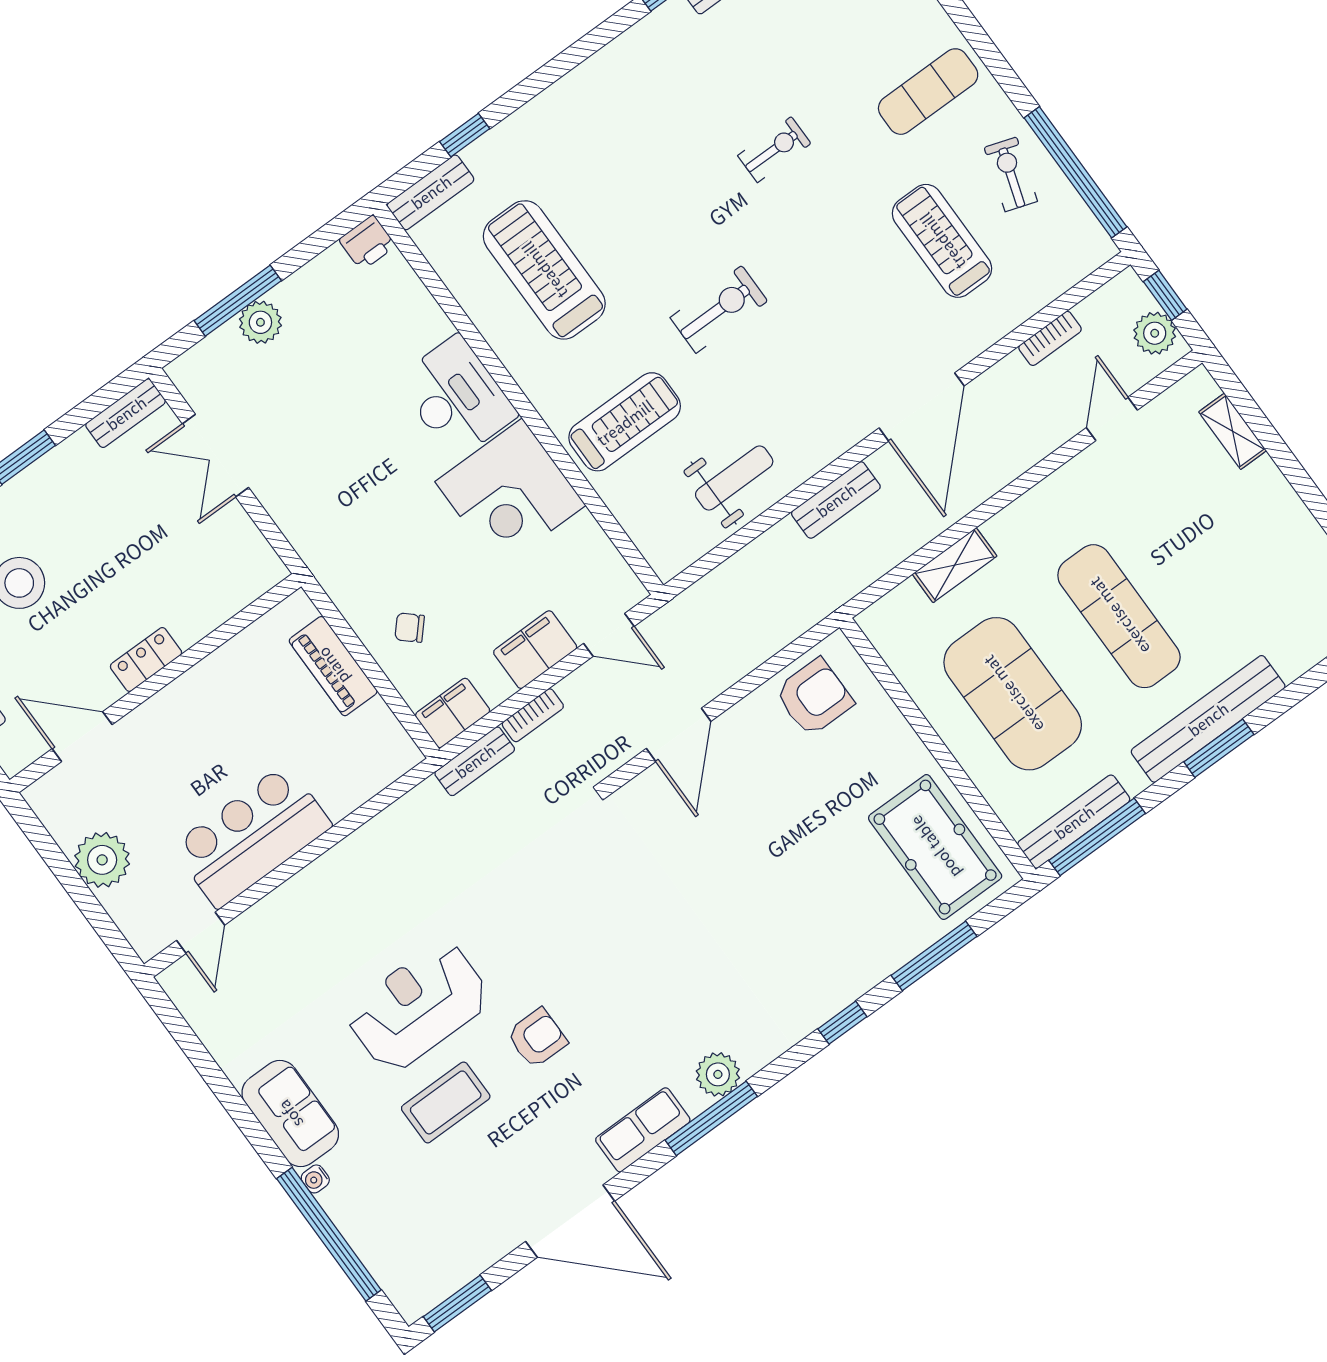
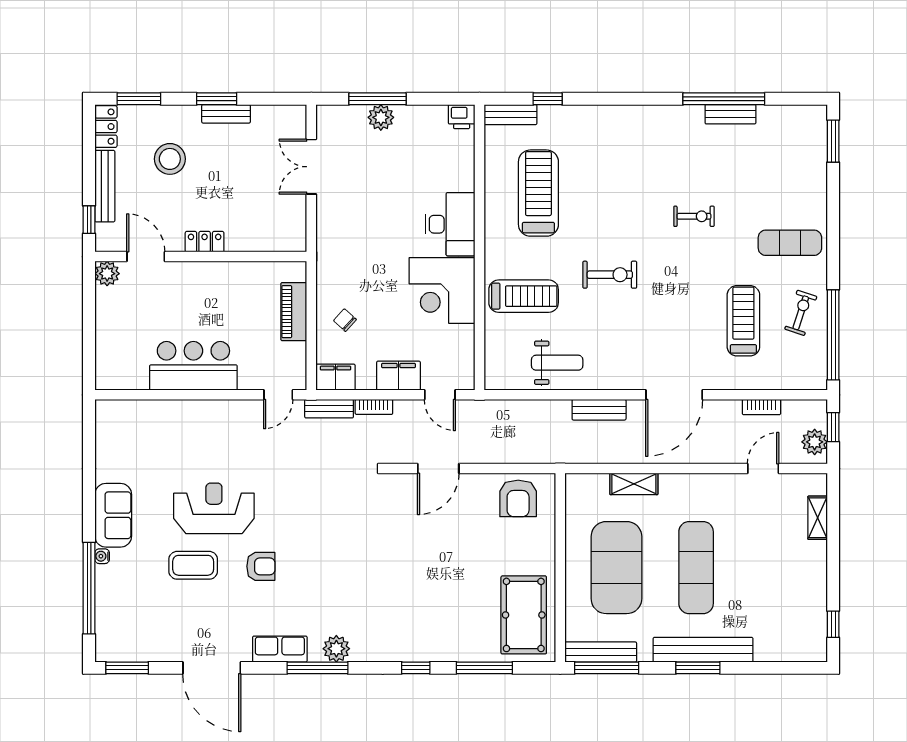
bench: (126, 413) -> (226, 114), moved
armchair: (814, 697) -> (518, 498), turned 90
plant: (102, 860) -> (107, 274), moved, width x0.73, depth x0.73
door: (201, 933) -> (278, 395), moved

